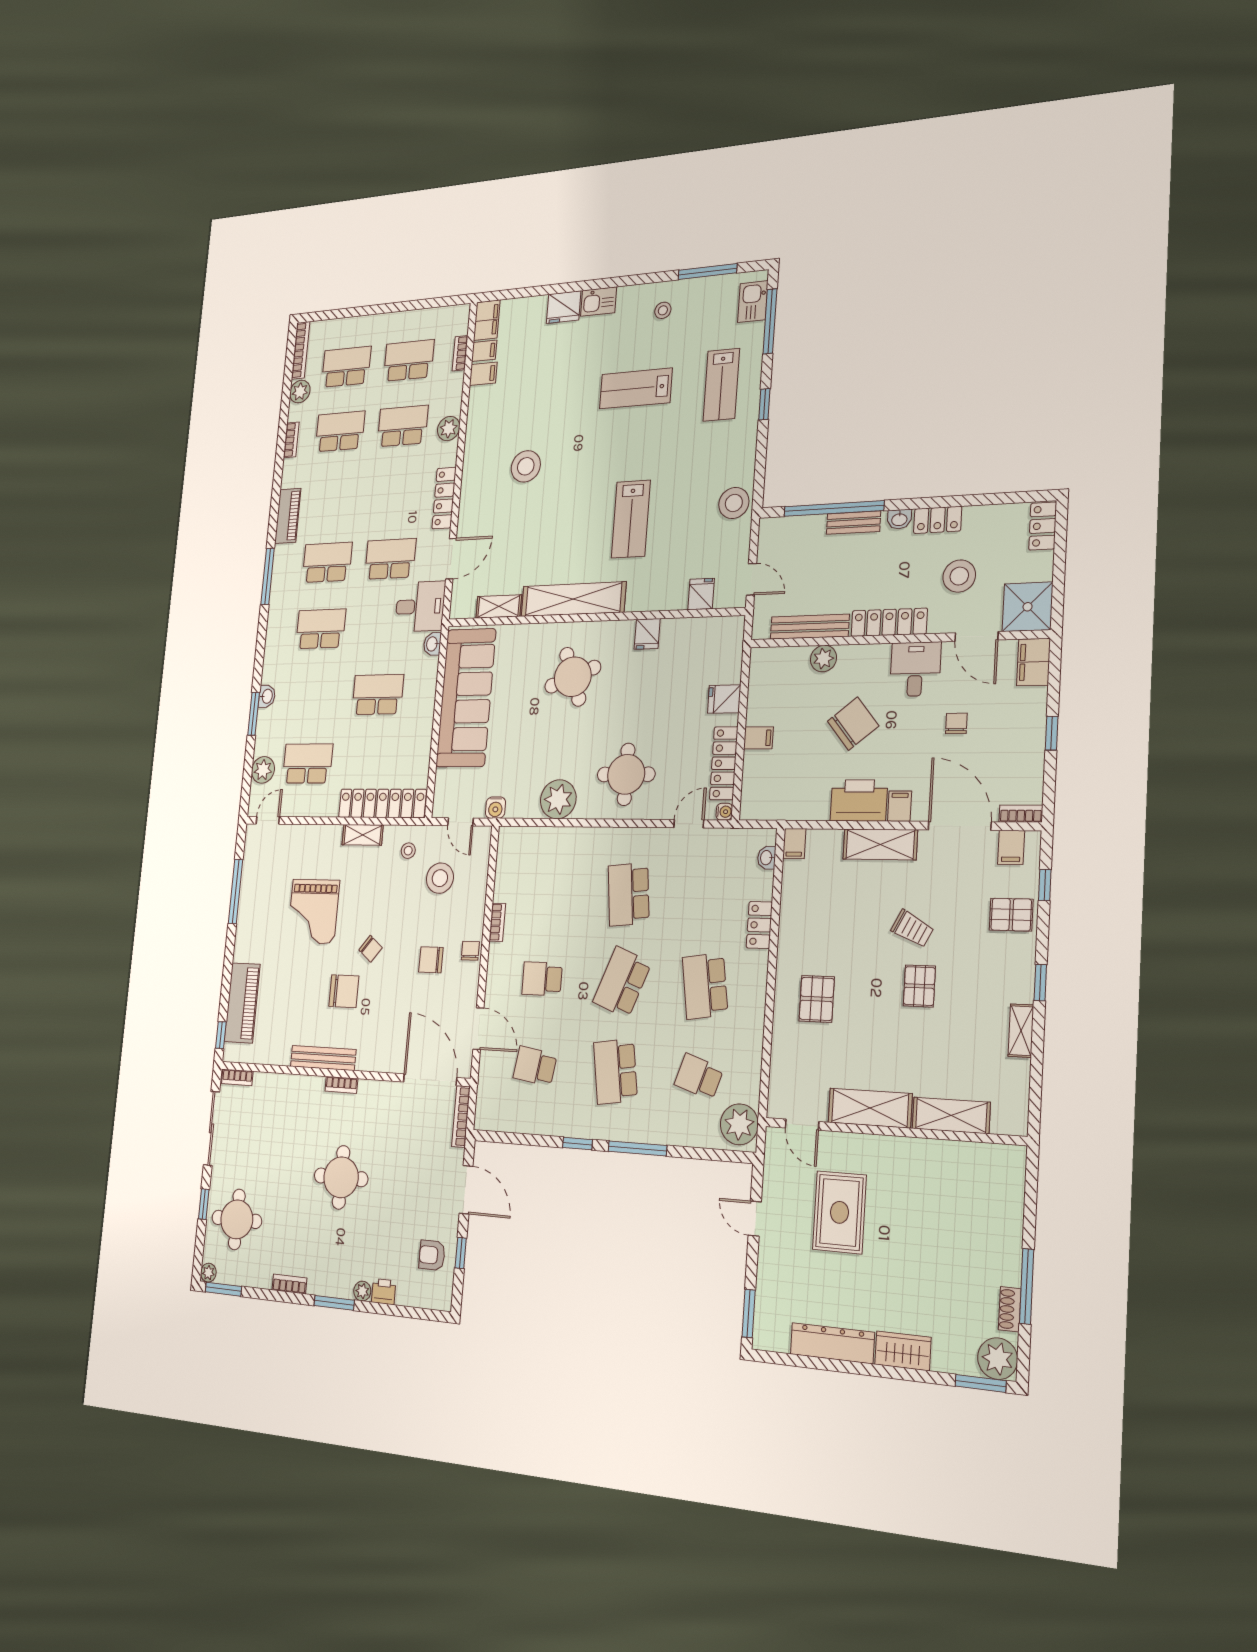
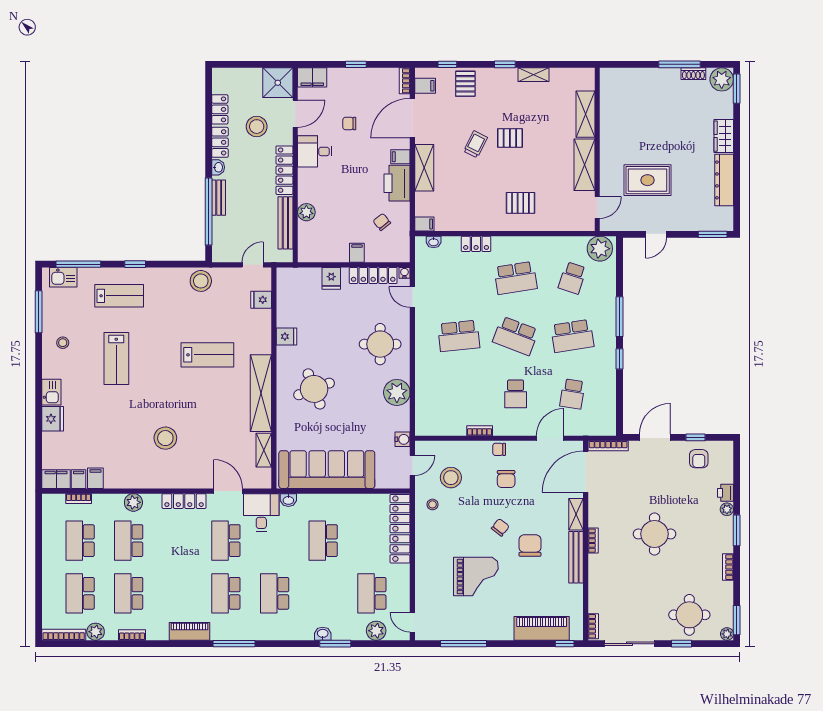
locker: (1043, 526) -> (220, 109), moved, turned -90
chair: (853, 724) -> (382, 222), moved, width x0.54, depth x0.54
shelving: (363, 835) -> (576, 514), moved

